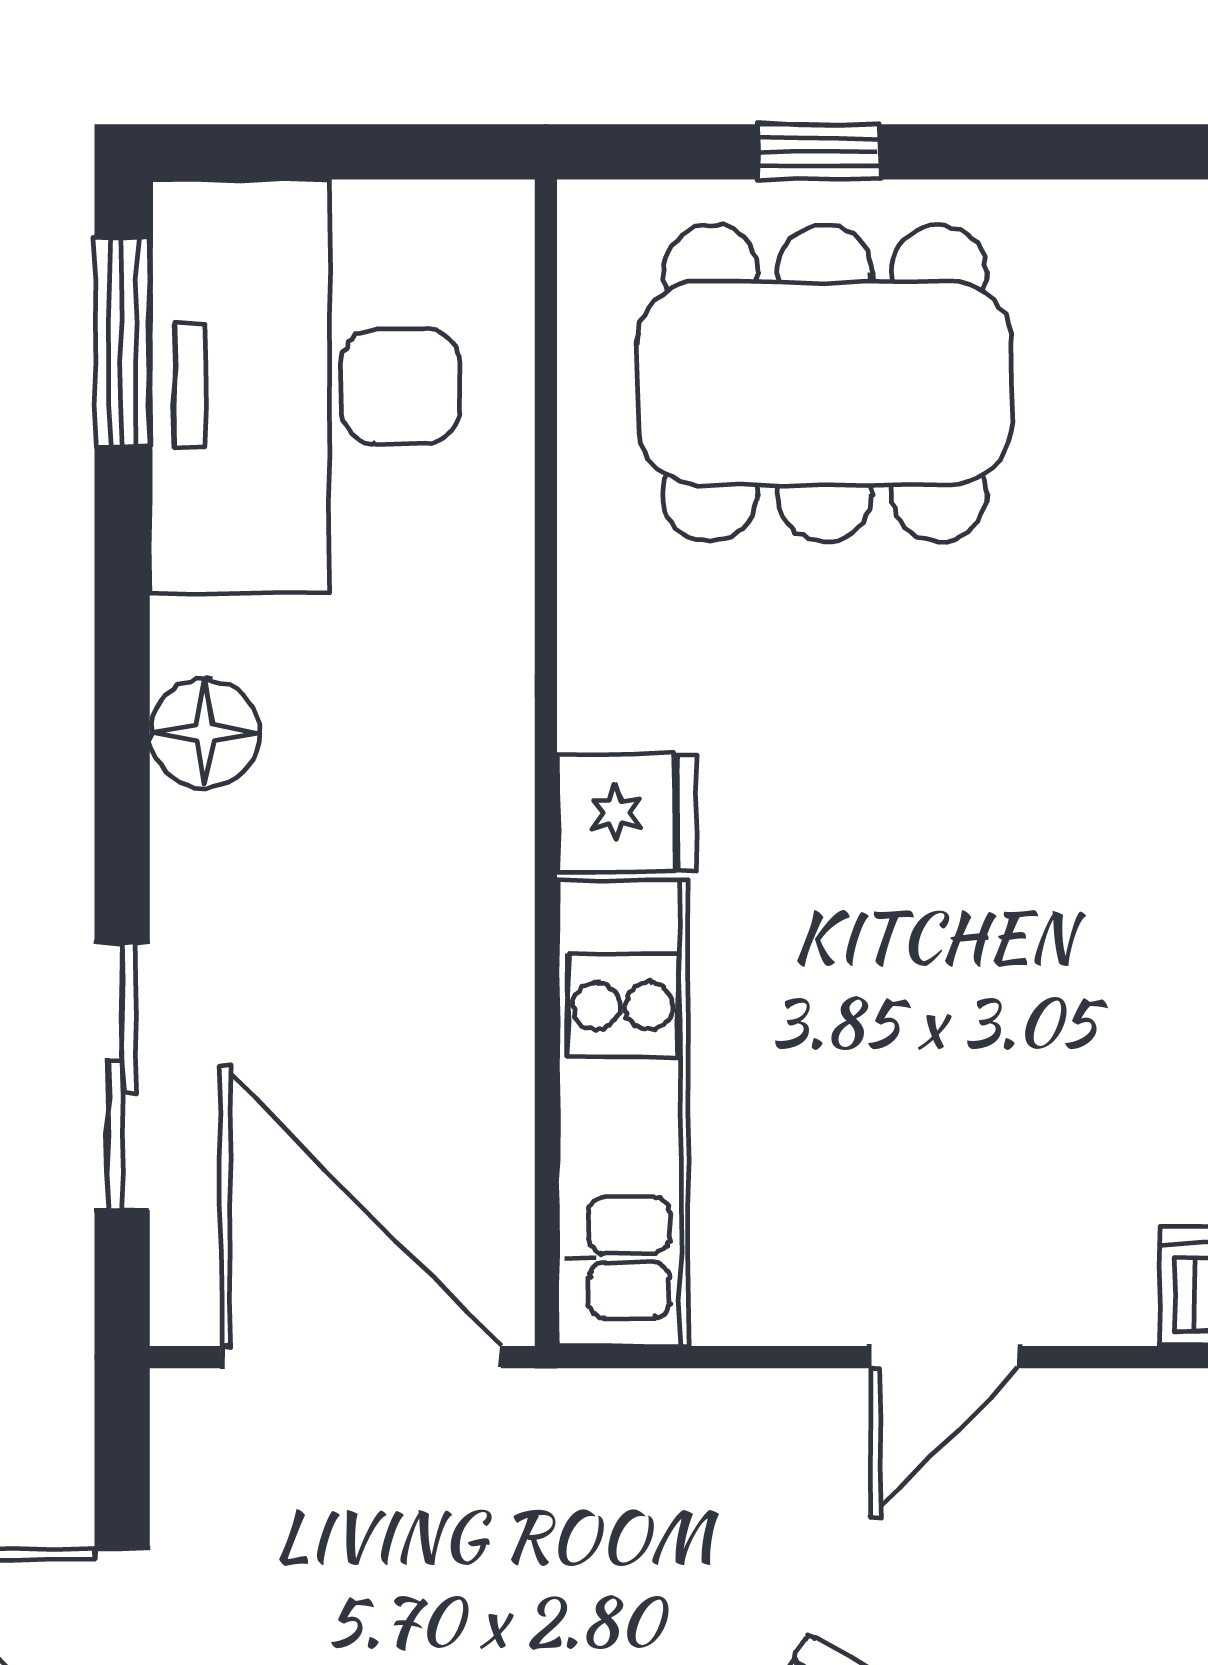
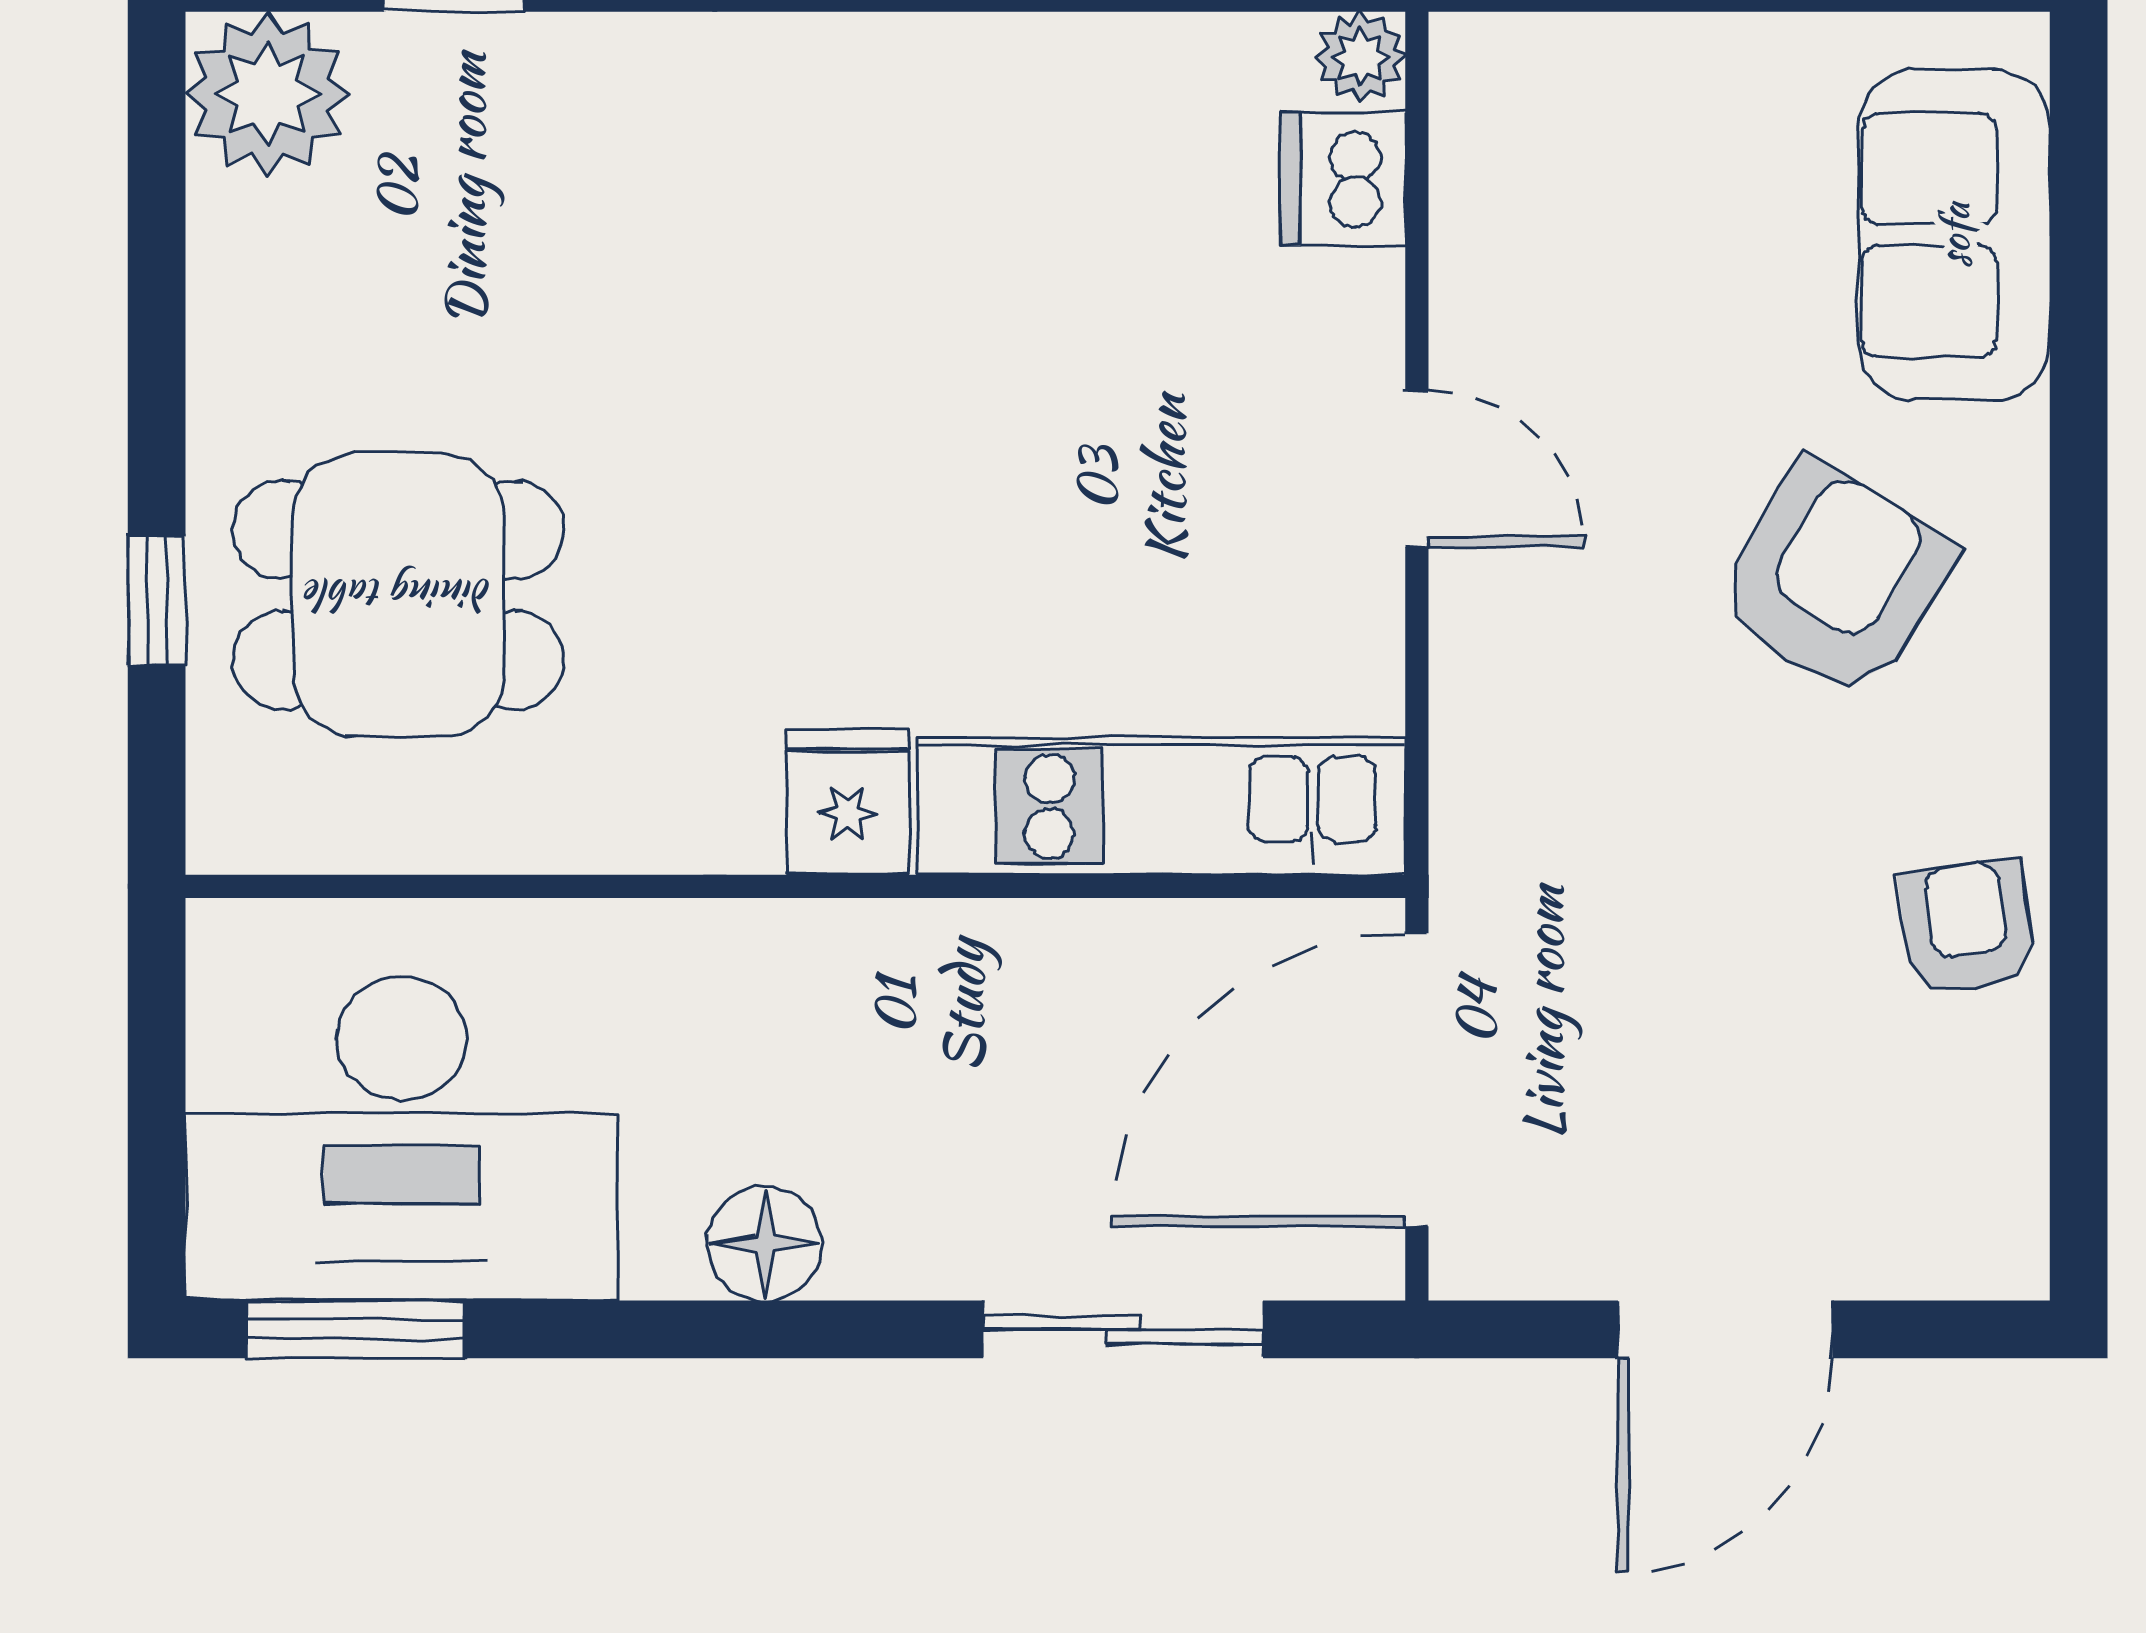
dining table: (824, 383) -> (399, 595), width x0.73

